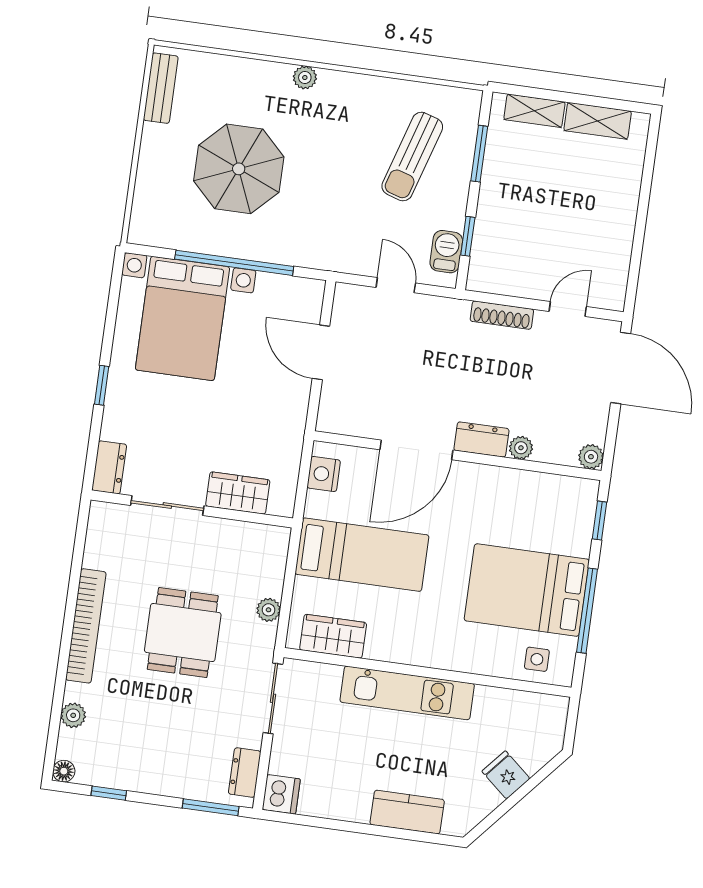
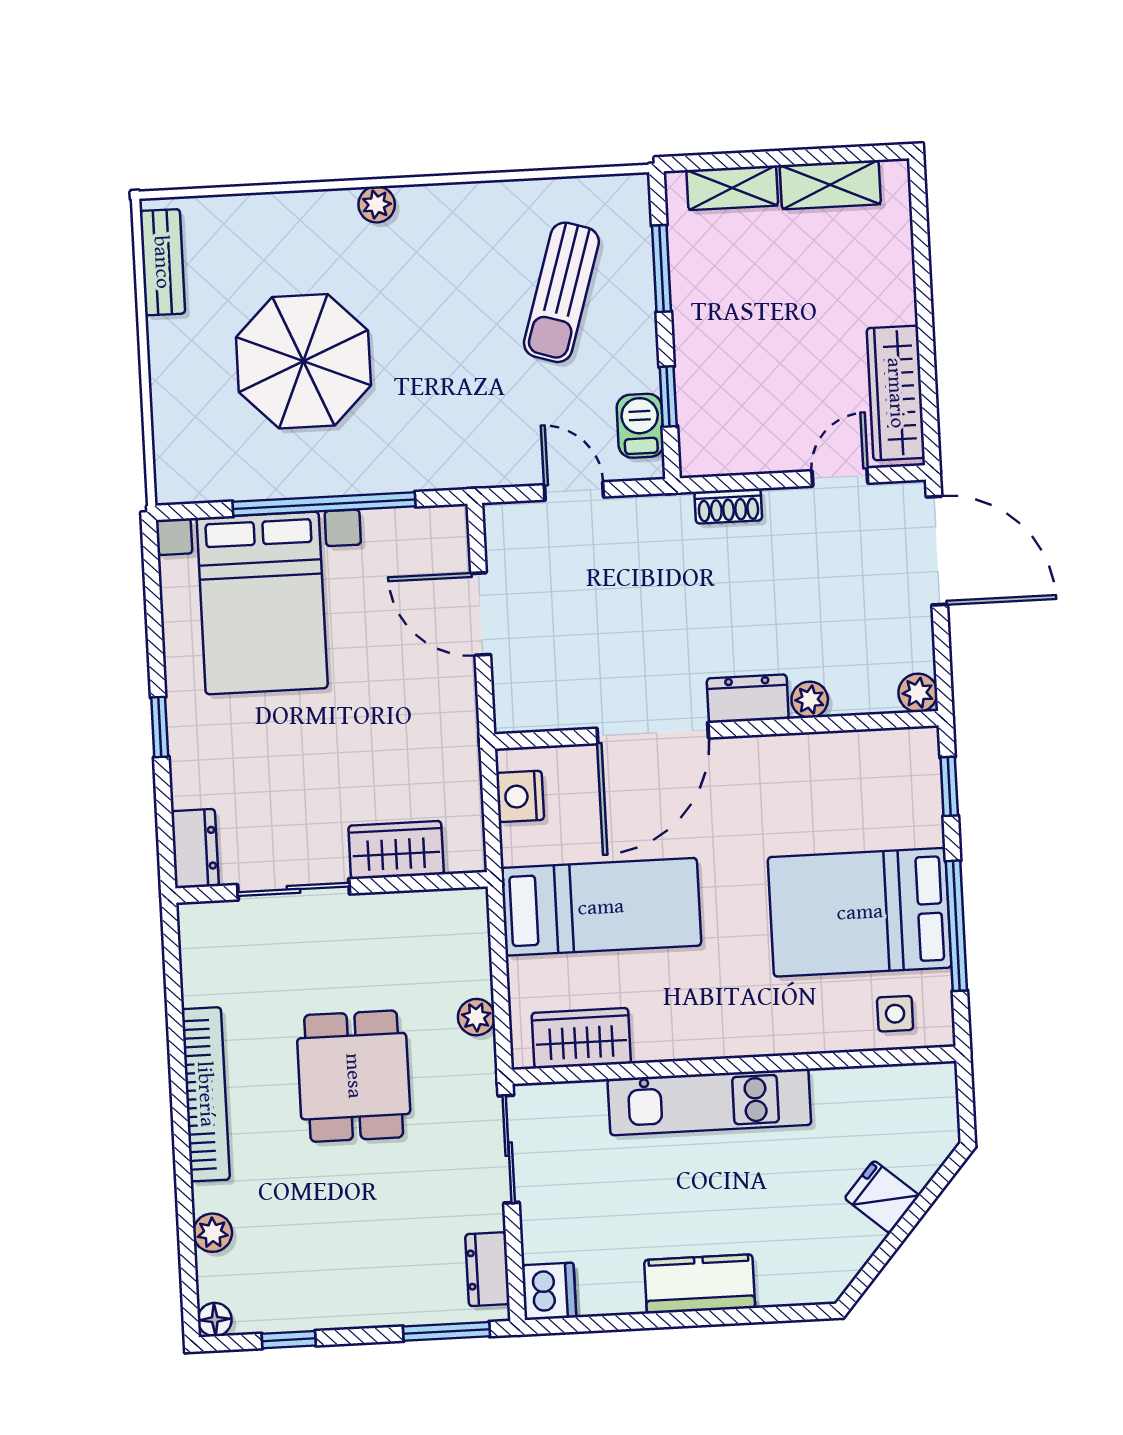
wardrobe: (614, 262) -> (896, 393), added
shoe rack: (502, 315) -> (728, 506), width x0.70
kitchen counter: (407, 812) -> (700, 1284), moved

